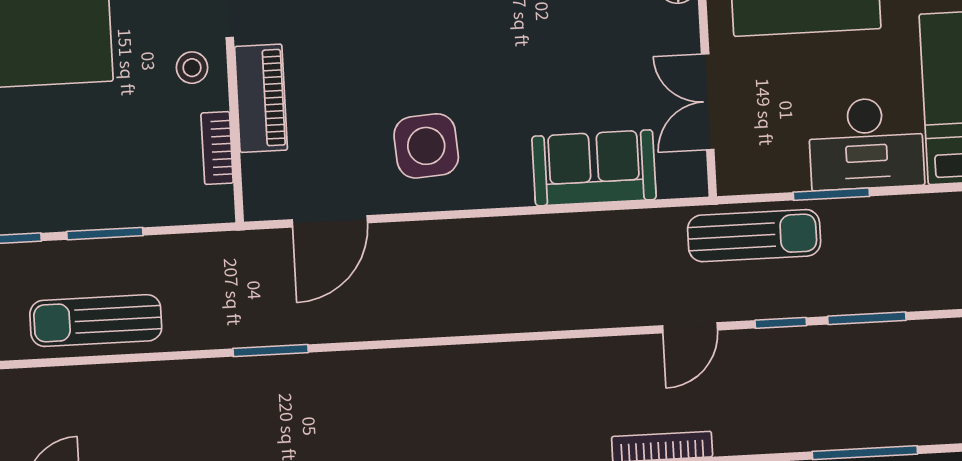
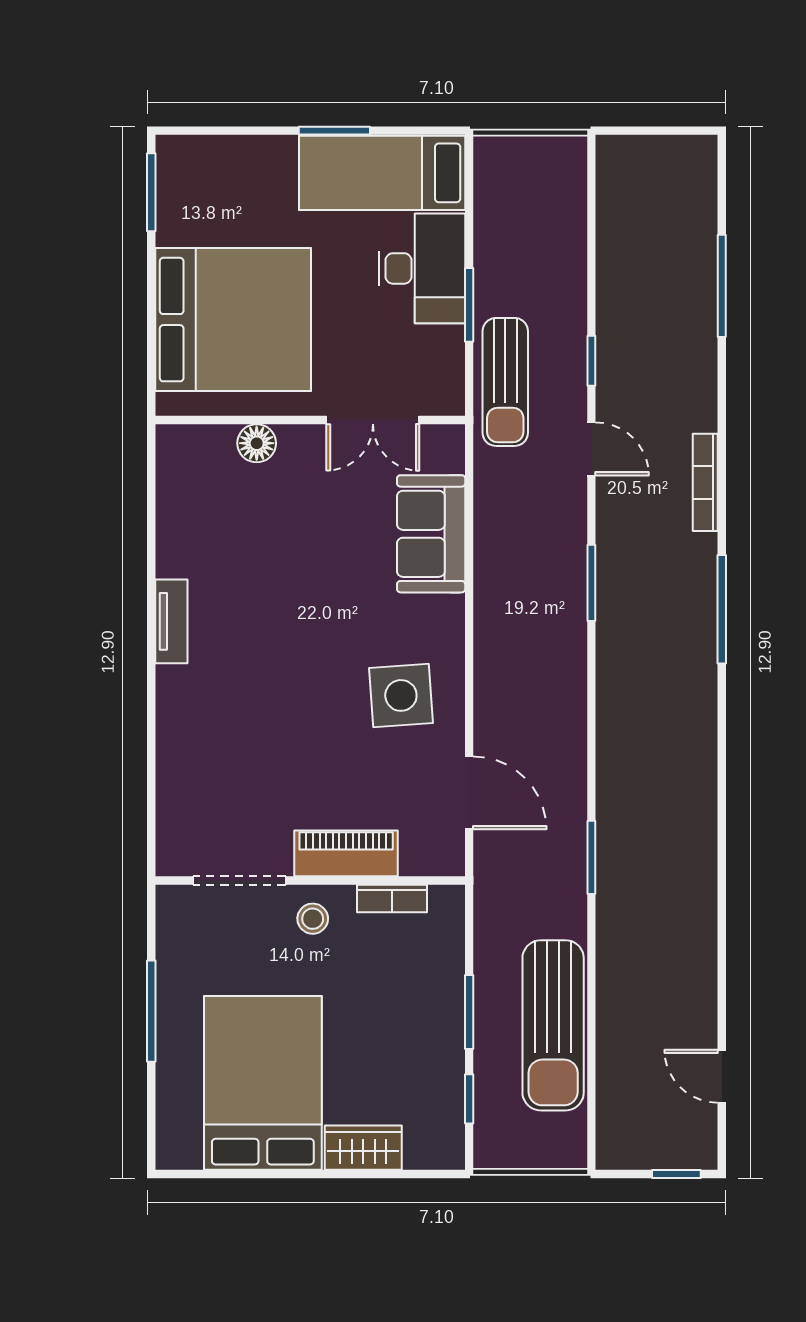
sun lounger: (754, 236) -> (505, 382), turned 180
window: (867, 318) -> (591, 583), moved
sun lounger: (96, 321) -> (553, 1025), width x1.36, depth x1.34

